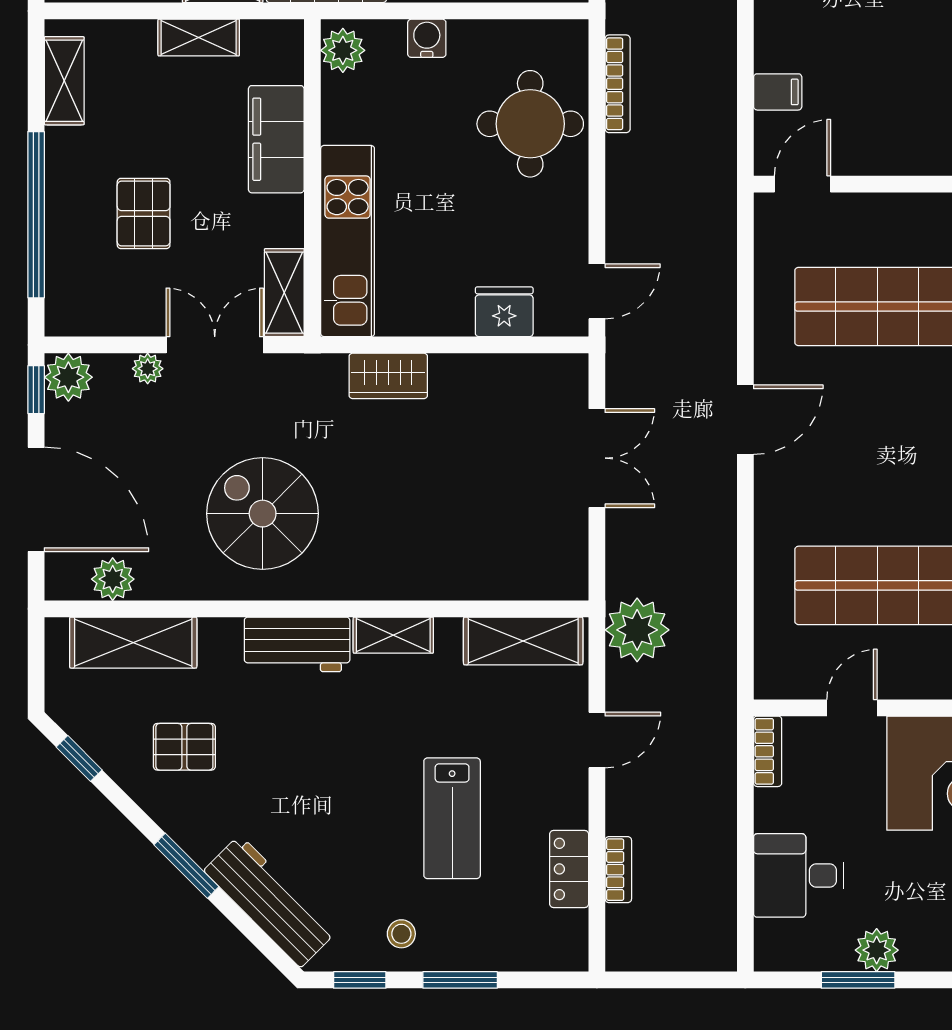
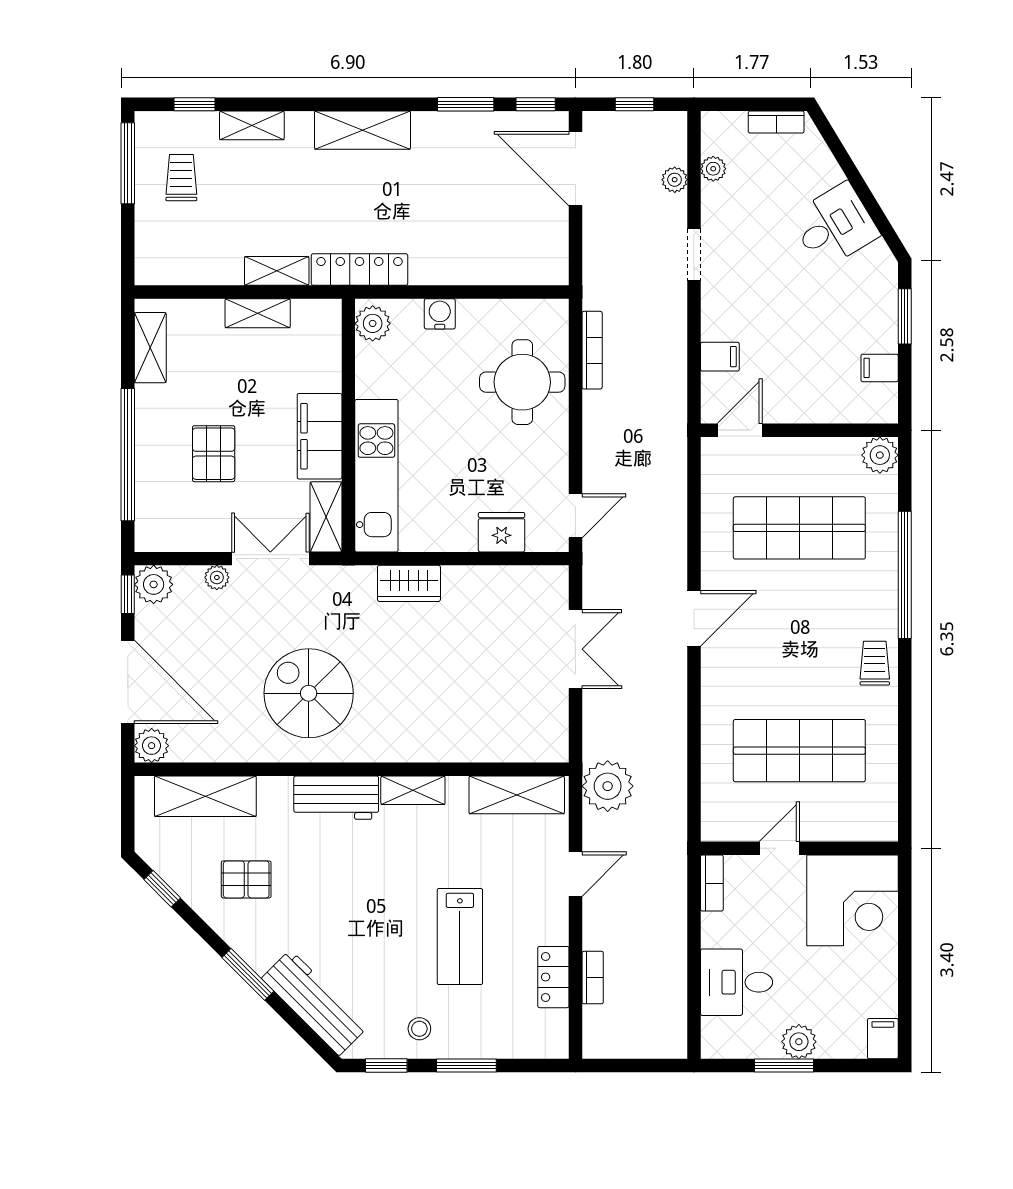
filing cabinet: (276, 139) -> (320, 436), moved
plant: (113, 579) -> (152, 746), moved

